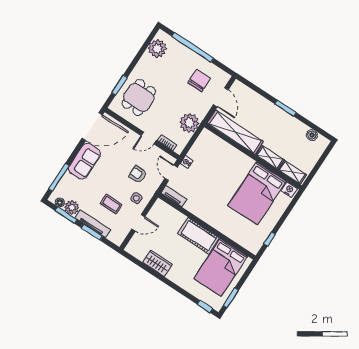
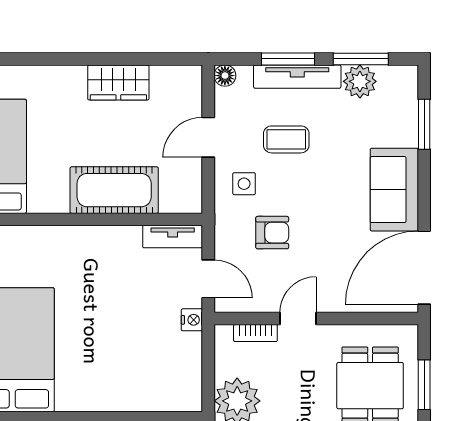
window: (59, 177) -> (424, 124), width x0.69
floor lamp: (60, 203) -> (225, 76), moved
cot: (199, 236) -> (114, 190), moved

